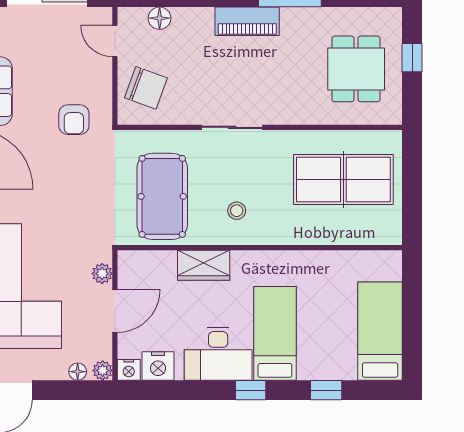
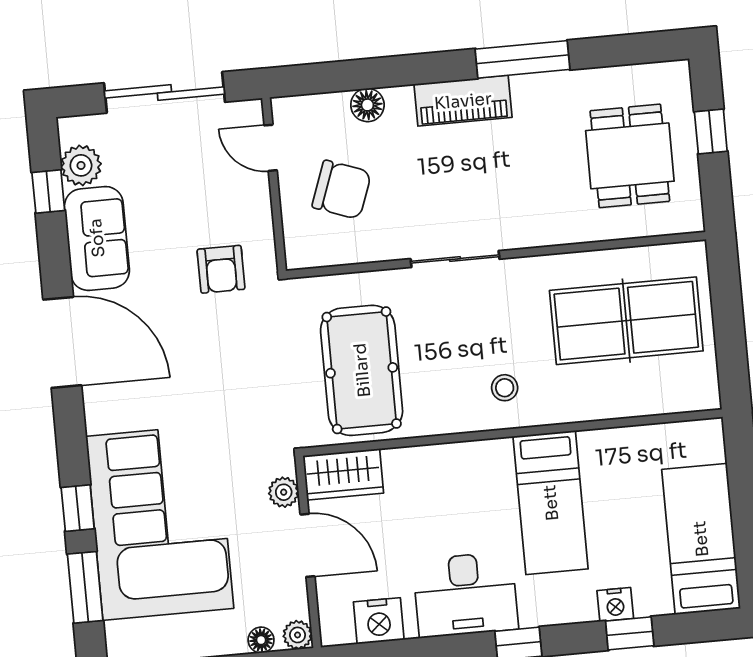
floor lamp: (160, 18) -> (367, 105), moved
chair: (146, 88) -> (342, 190), moved
stool: (237, 211) -> (505, 388), moved
wardrobe: (204, 265) -> (343, 474), moved
door: (115, 311) -> (308, 545), hinge flipped
bed: (275, 333) -> (551, 503), moved, turned 180
nightstand: (129, 370) -> (615, 604), moved

